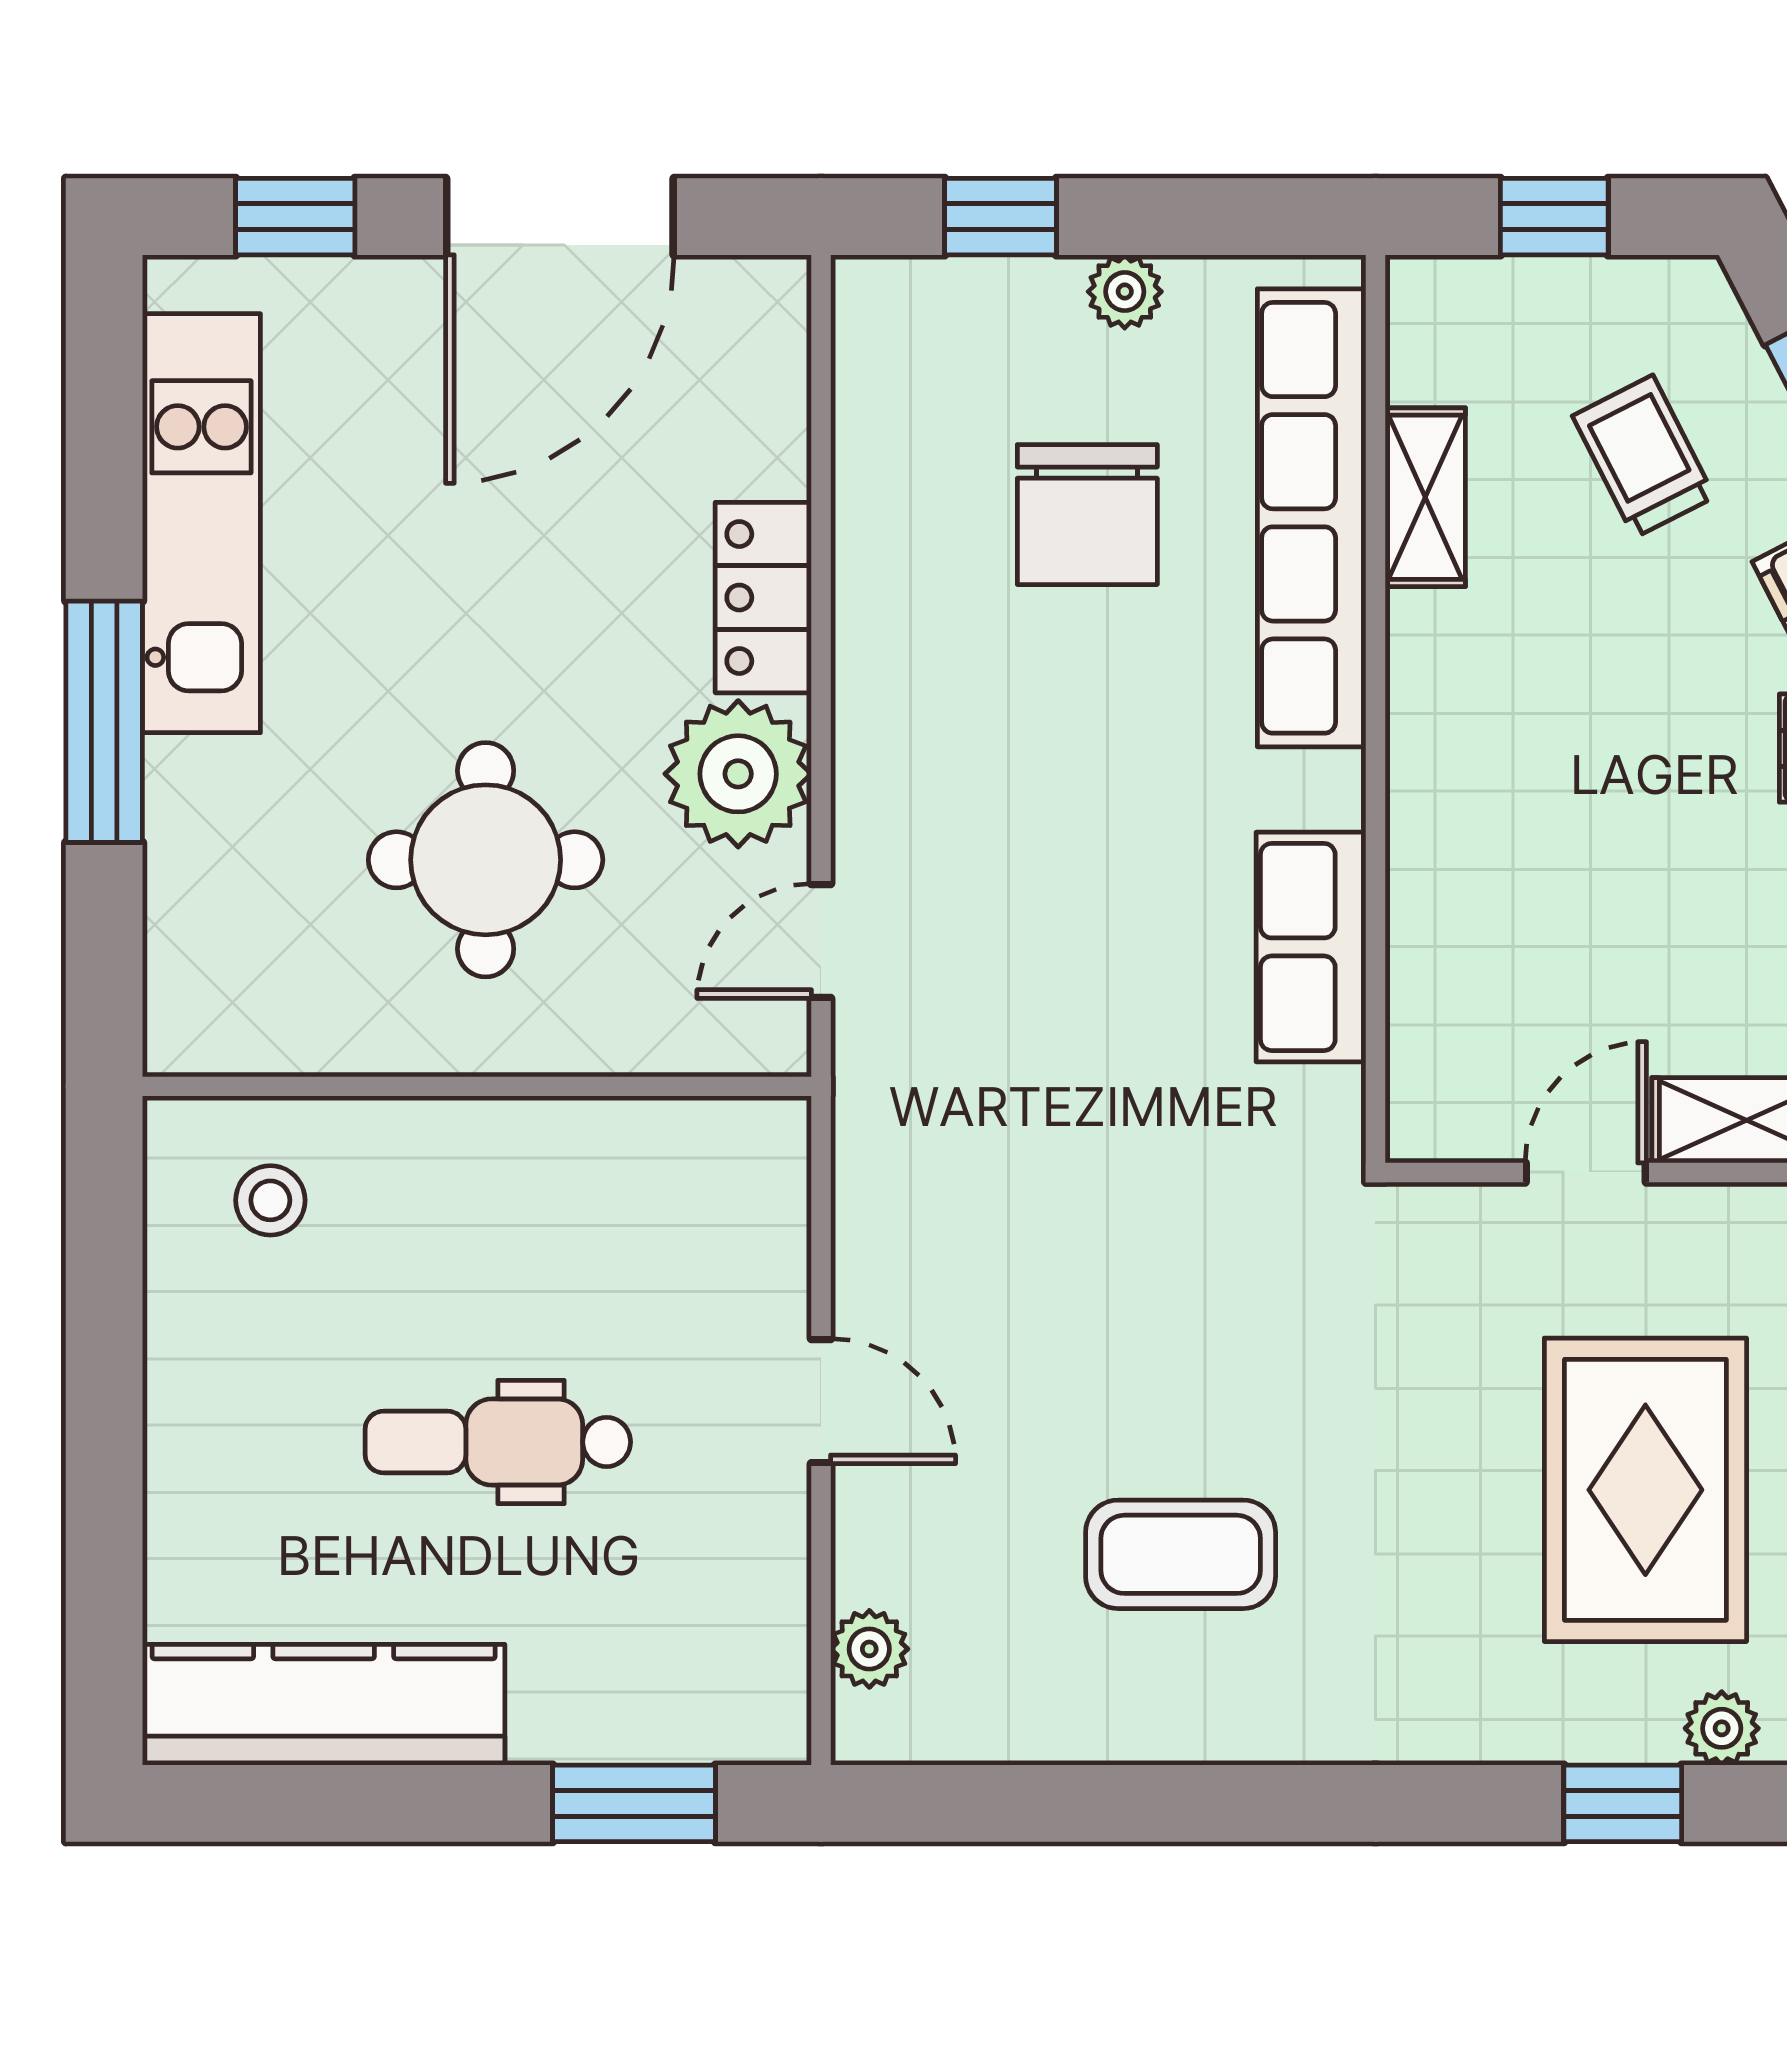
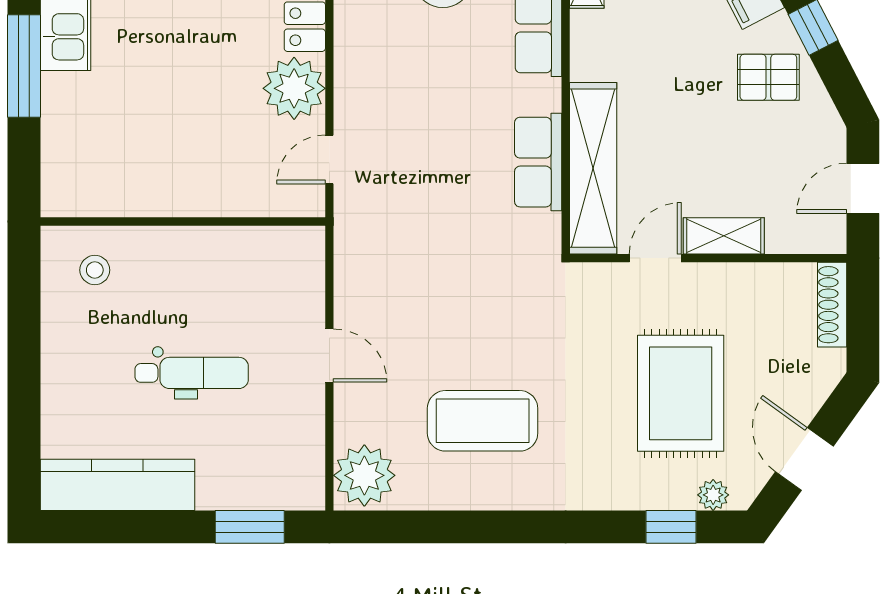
round table: (486, 860) -> (187, 125), removed
shelving: (1440, 961) -> (593, 168), added
dental chair: (498, 1442) -> (192, 373), turned 180
coffee table: (1181, 1554) -> (483, 421), width x1.36, depth x1.32
plant: (869, 1649) -> (364, 475), width x1.88, depth x1.88

